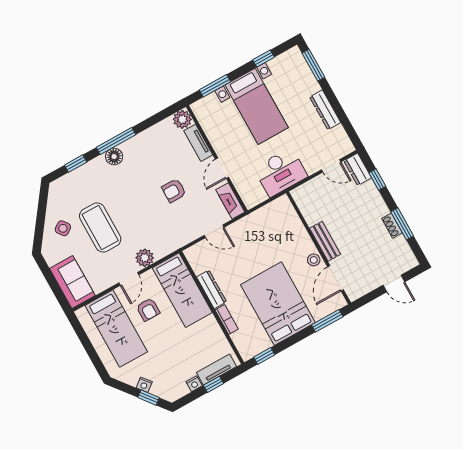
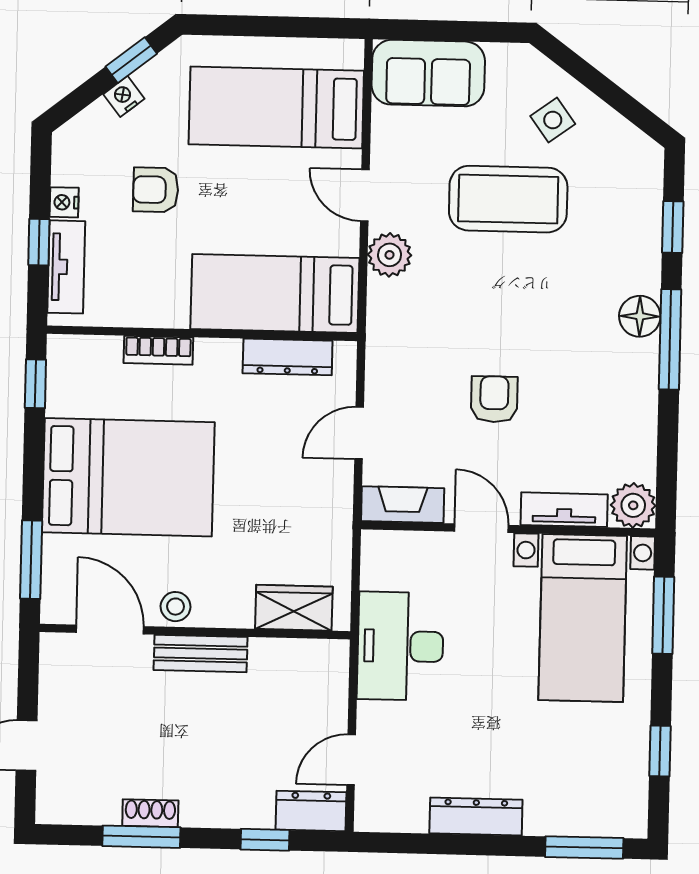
bed with nightstands: (257, 106) -> (583, 618), moved, turned -90
wardrobe: (289, 218) -> (294, 608), added
dresser: (212, 289) -> (288, 357), moved
armchair: (148, 310) -> (156, 190), moved
window: (149, 398) -> (131, 60), moved

